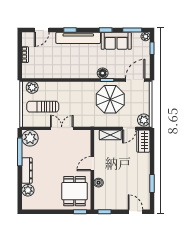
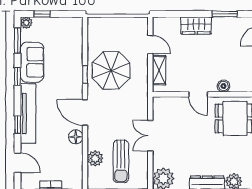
floor lamp: (103, 73) -> (76, 137), moved
door: (135, 80) -> (85, 112), moved
plant: (32, 87) -> (95, 158), moved
plant: (144, 120) -> (139, 25), removed
wardrobe: (143, 141) -> (196, 26), moved

